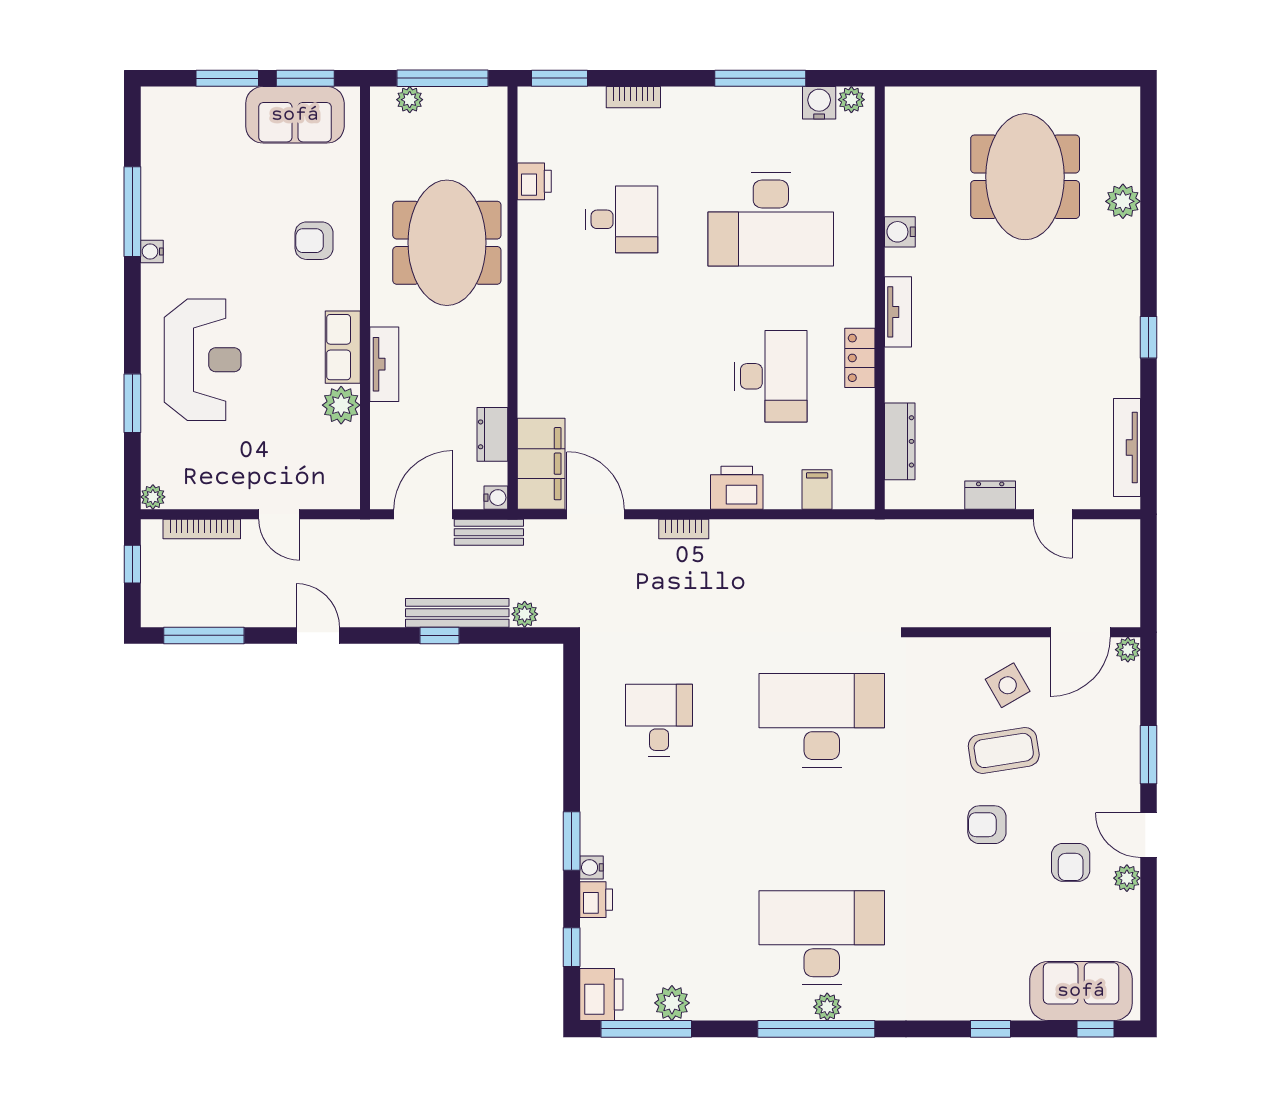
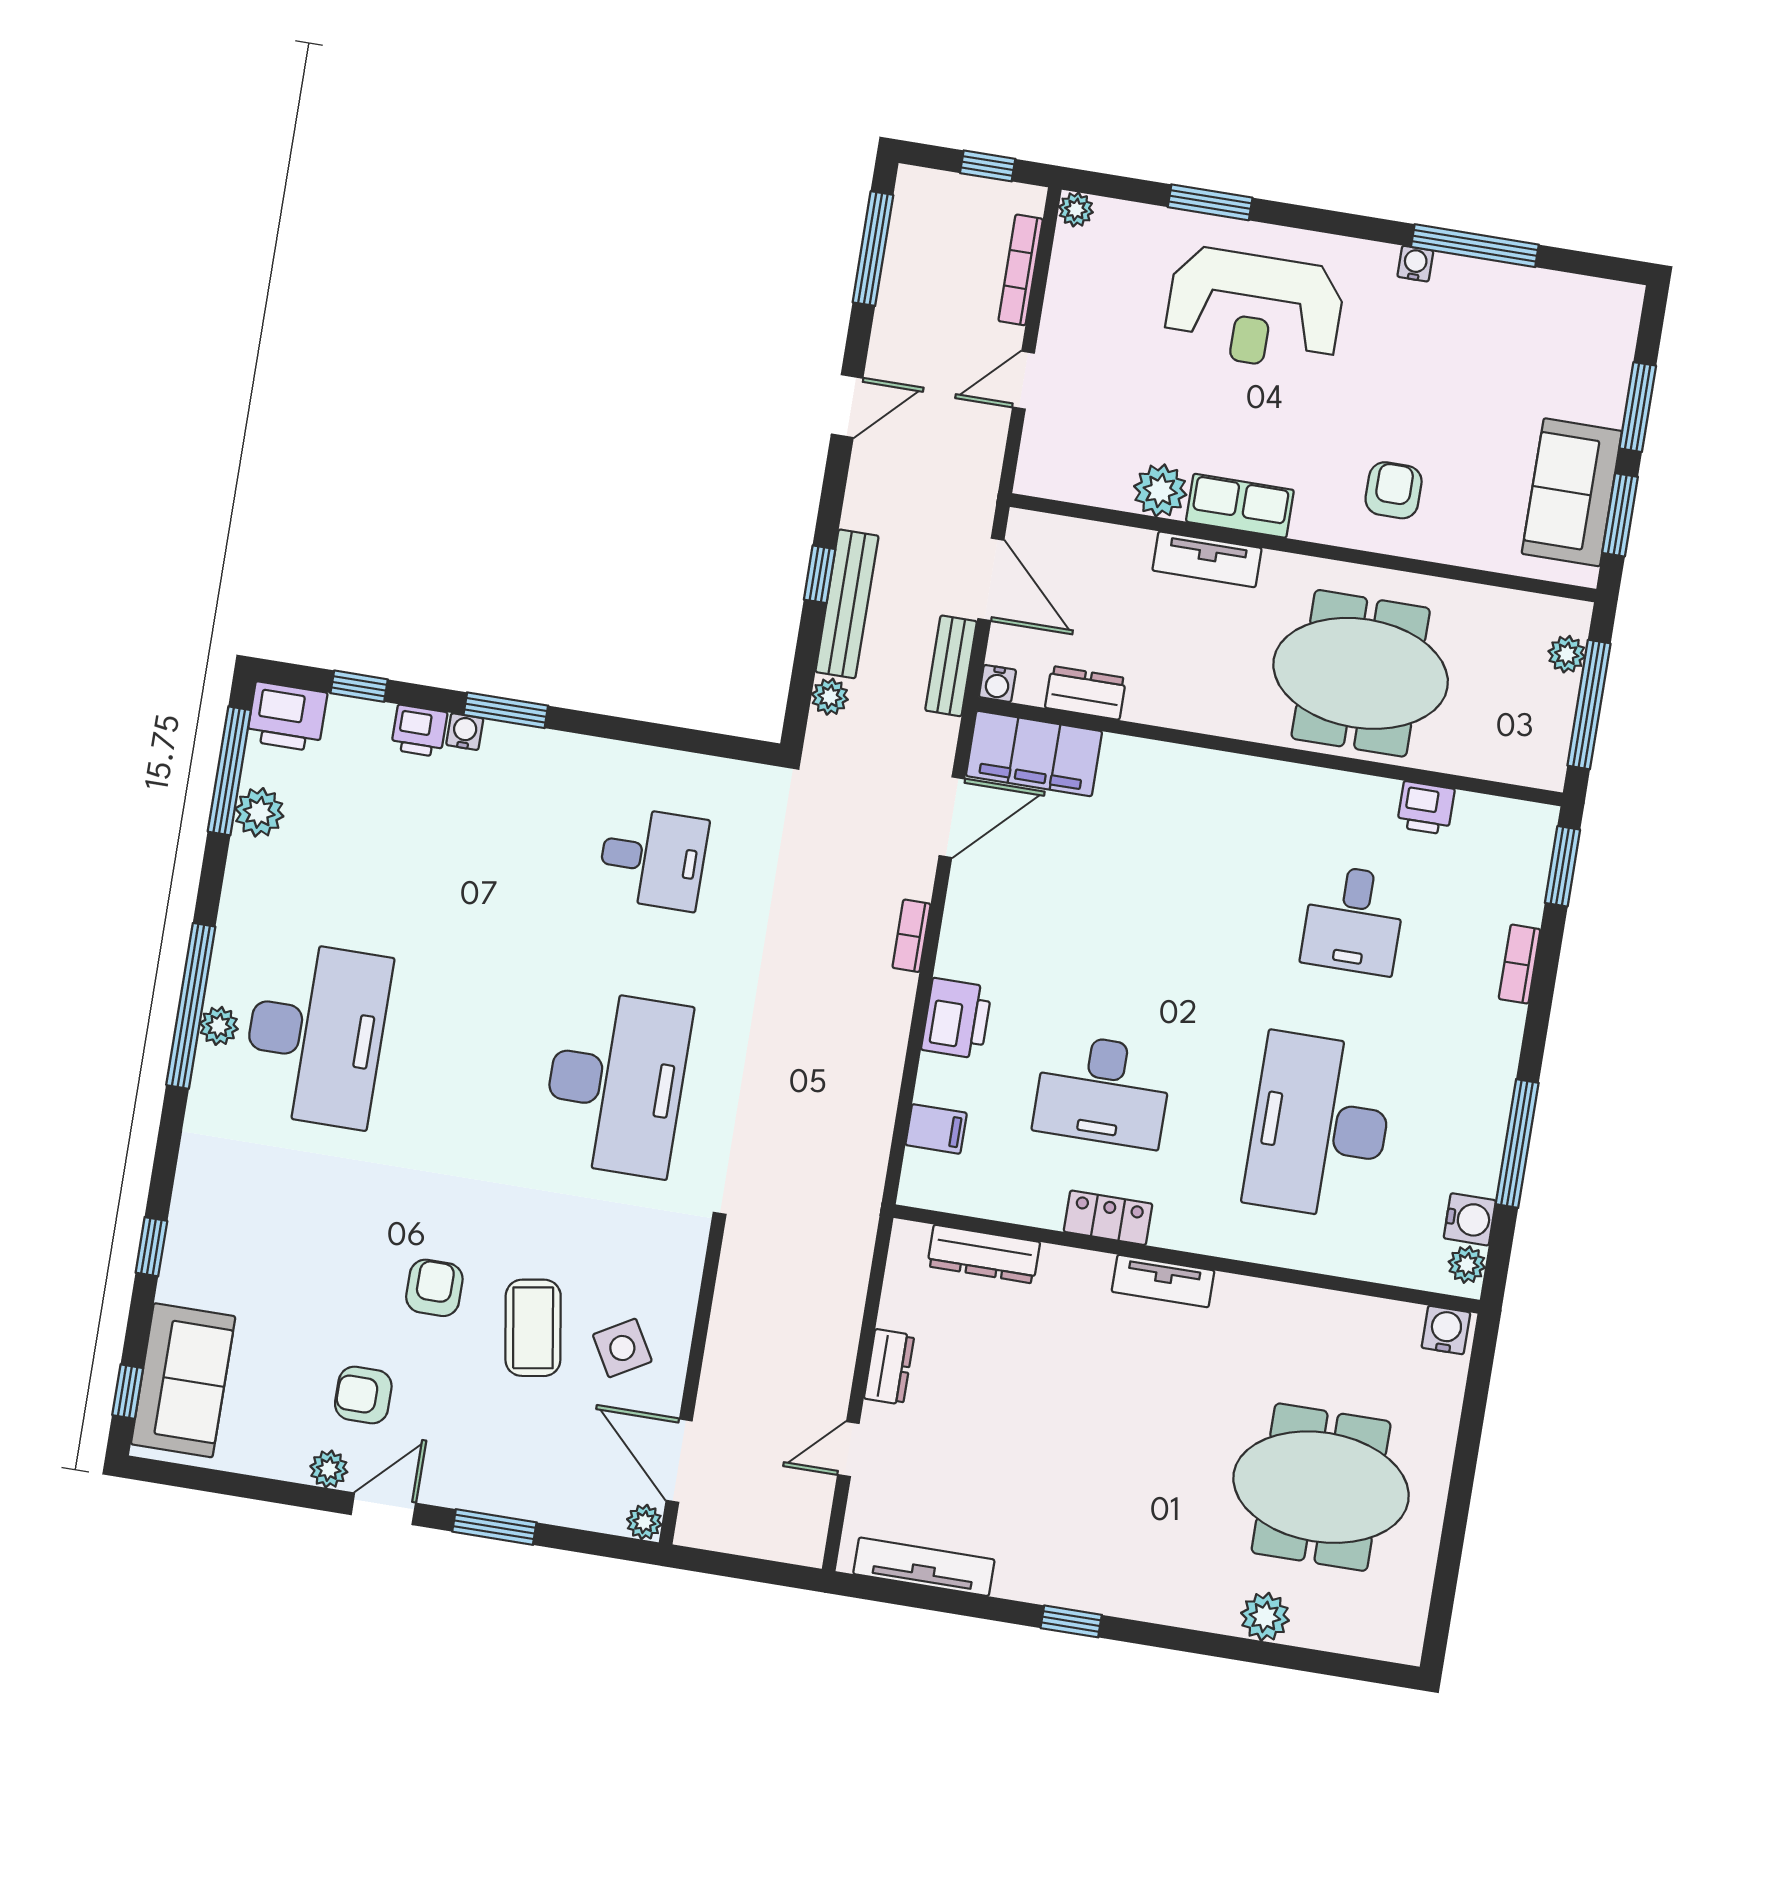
water cooler: (900, 232) -> (1446, 1330), moved

